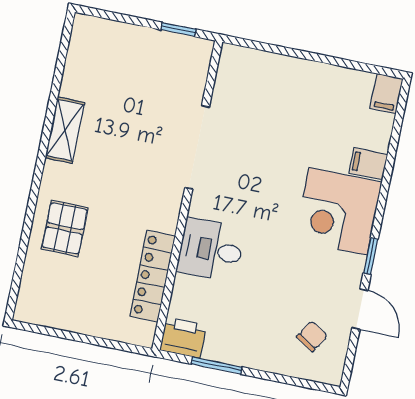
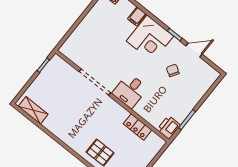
shelving: (65, 130) -> (33, 110), moved
desk: (211, 250) -> (130, 91), moved
locker: (152, 276) -> (138, 127), width x0.66
chair: (312, 336) -> (173, 70), moved

